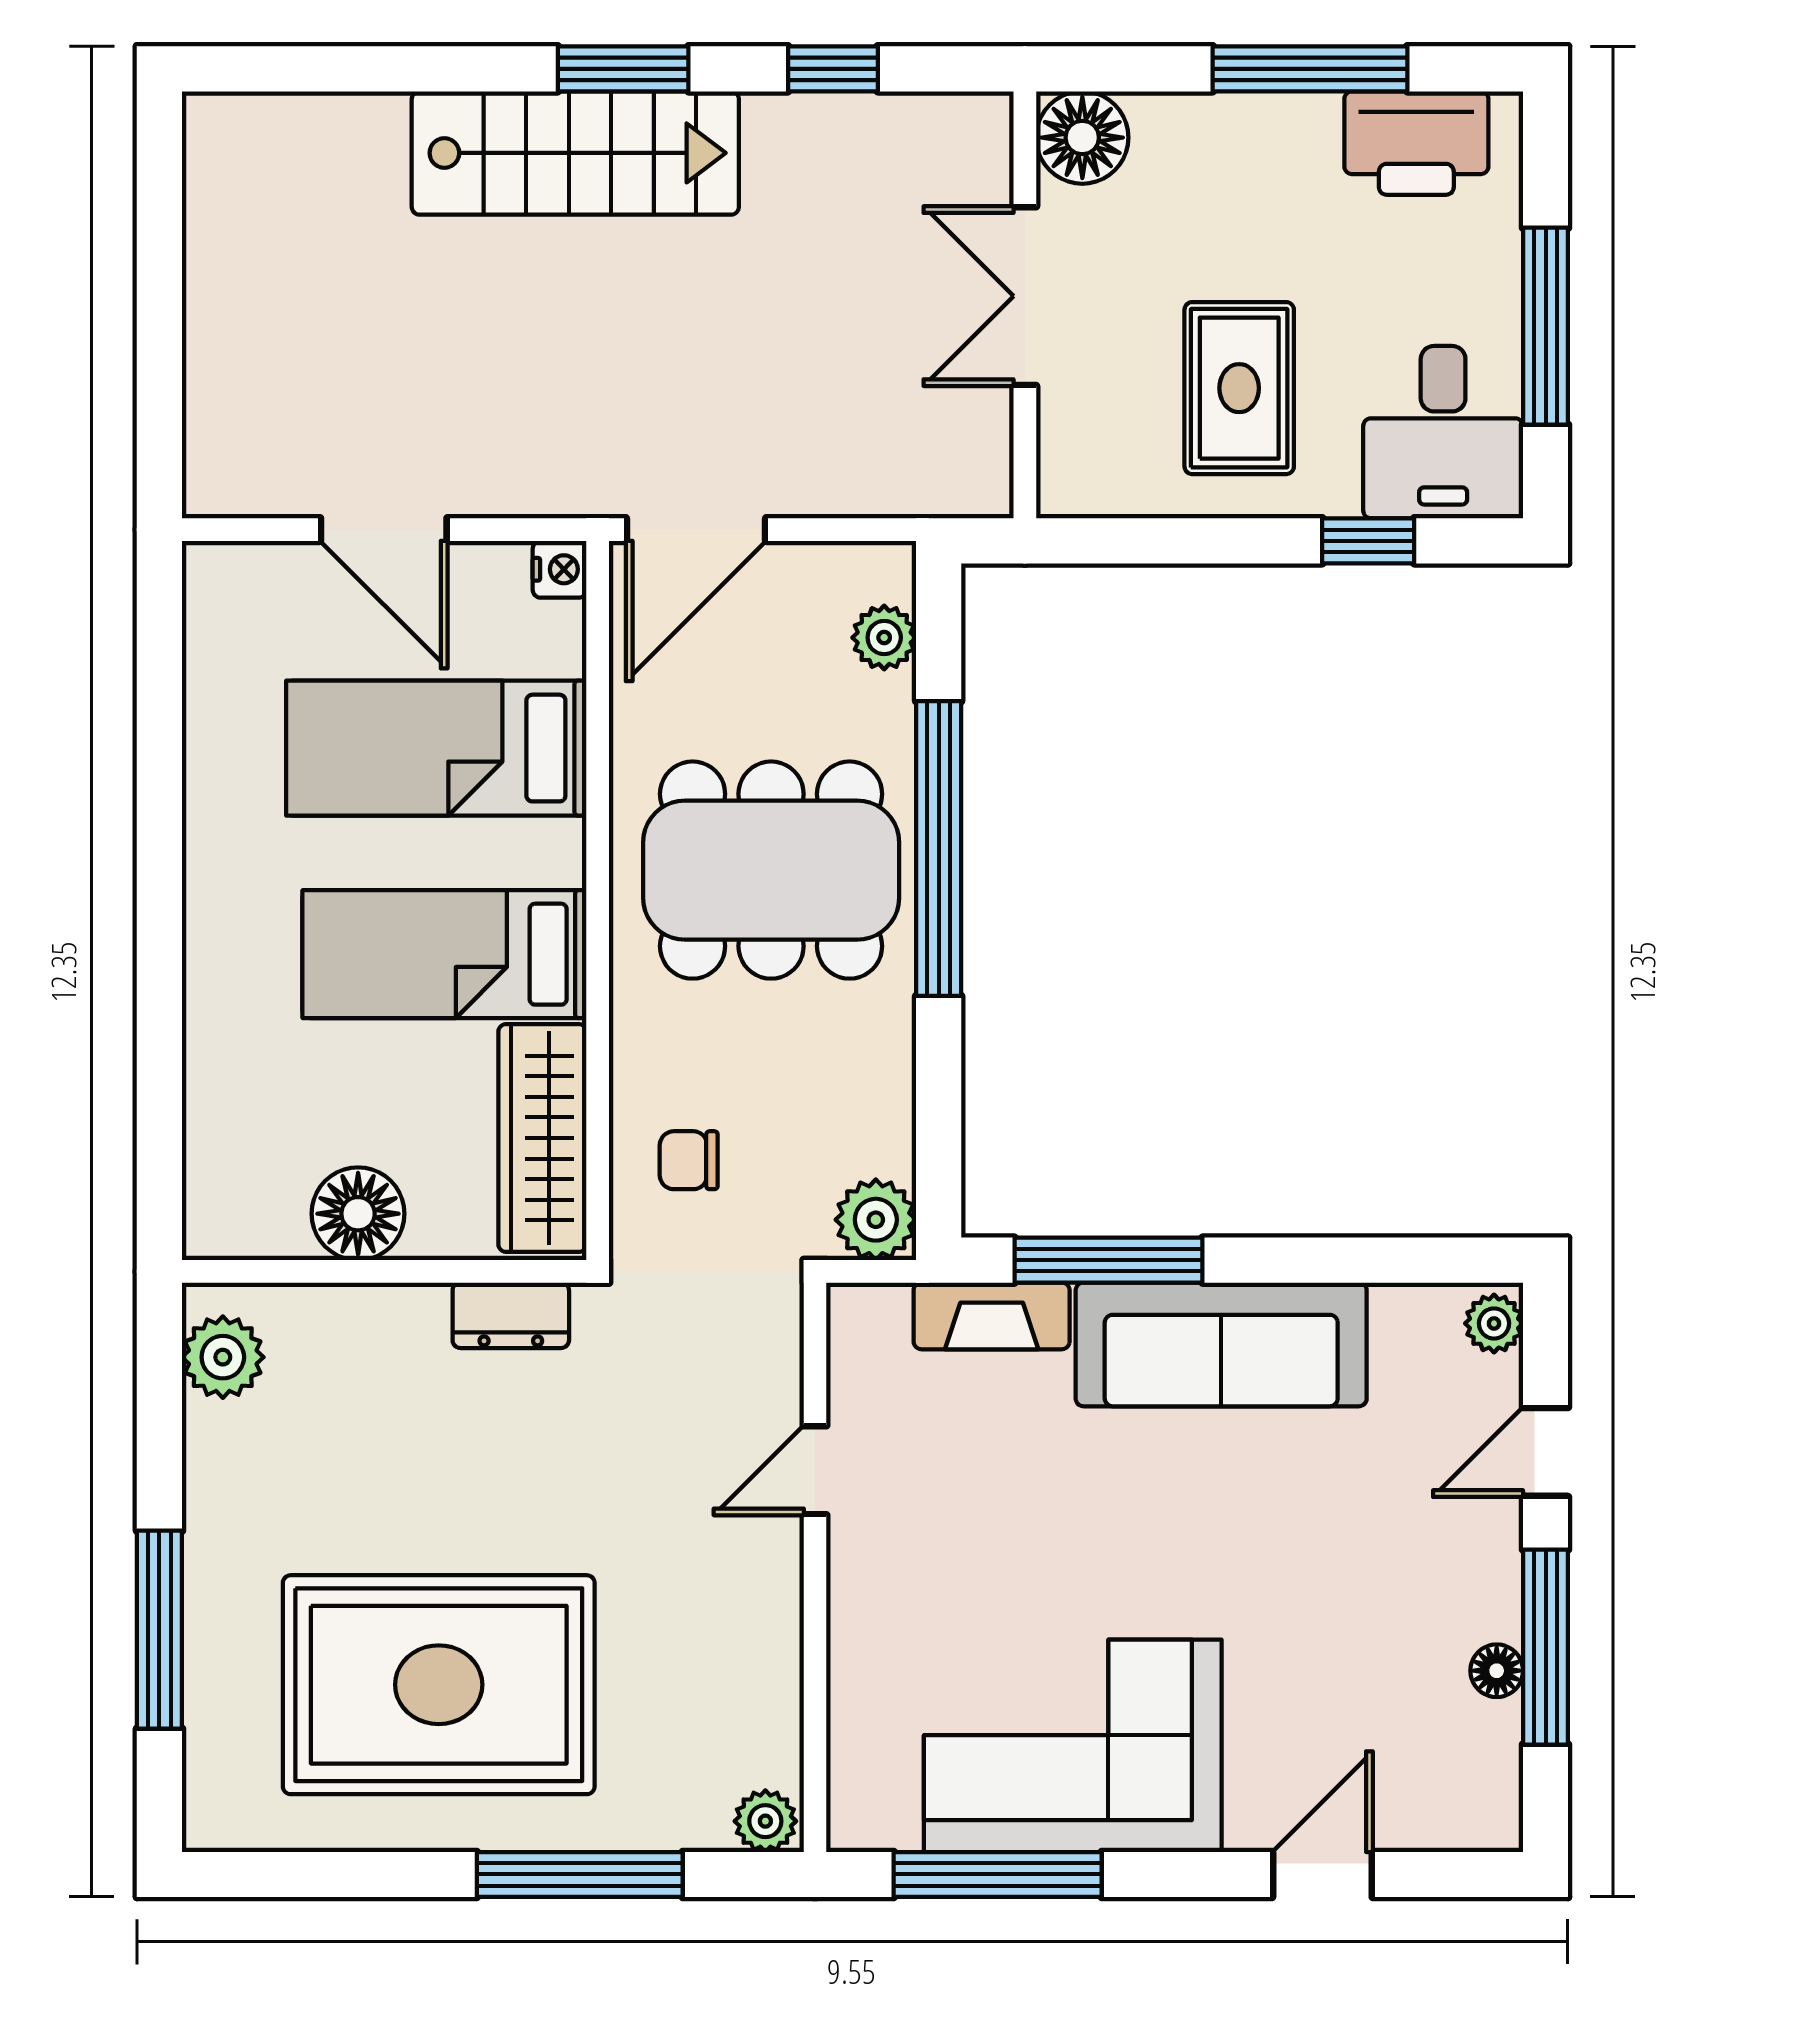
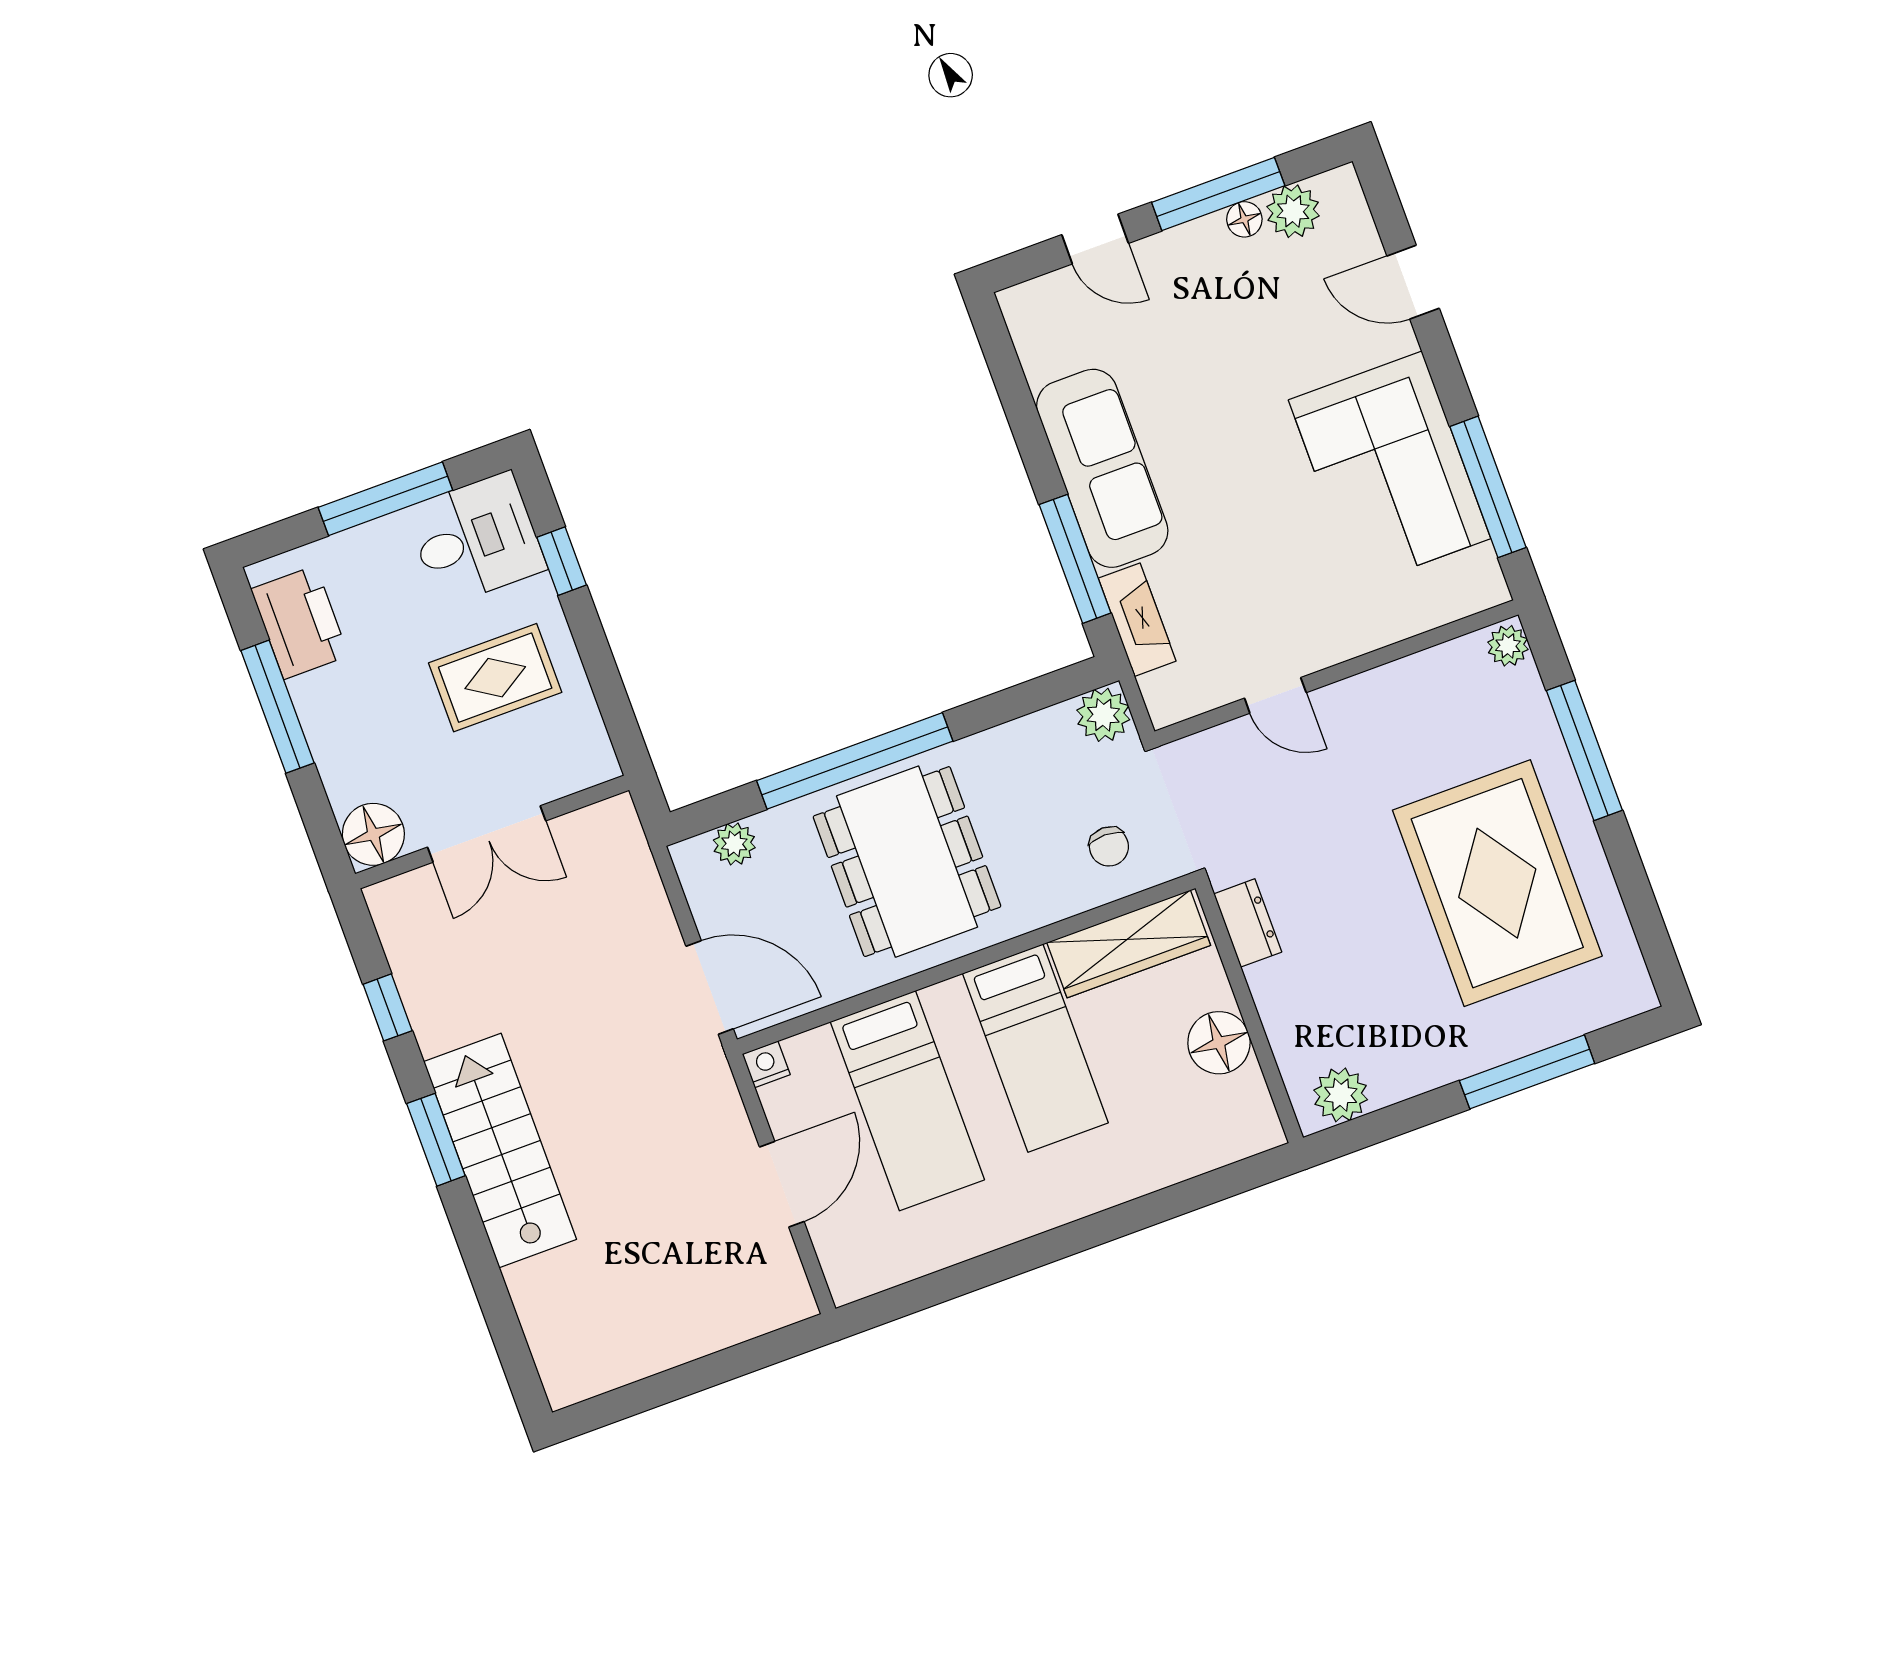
plant: (1494, 1323) -> (1293, 211), moved, width x1.38, depth x1.38

